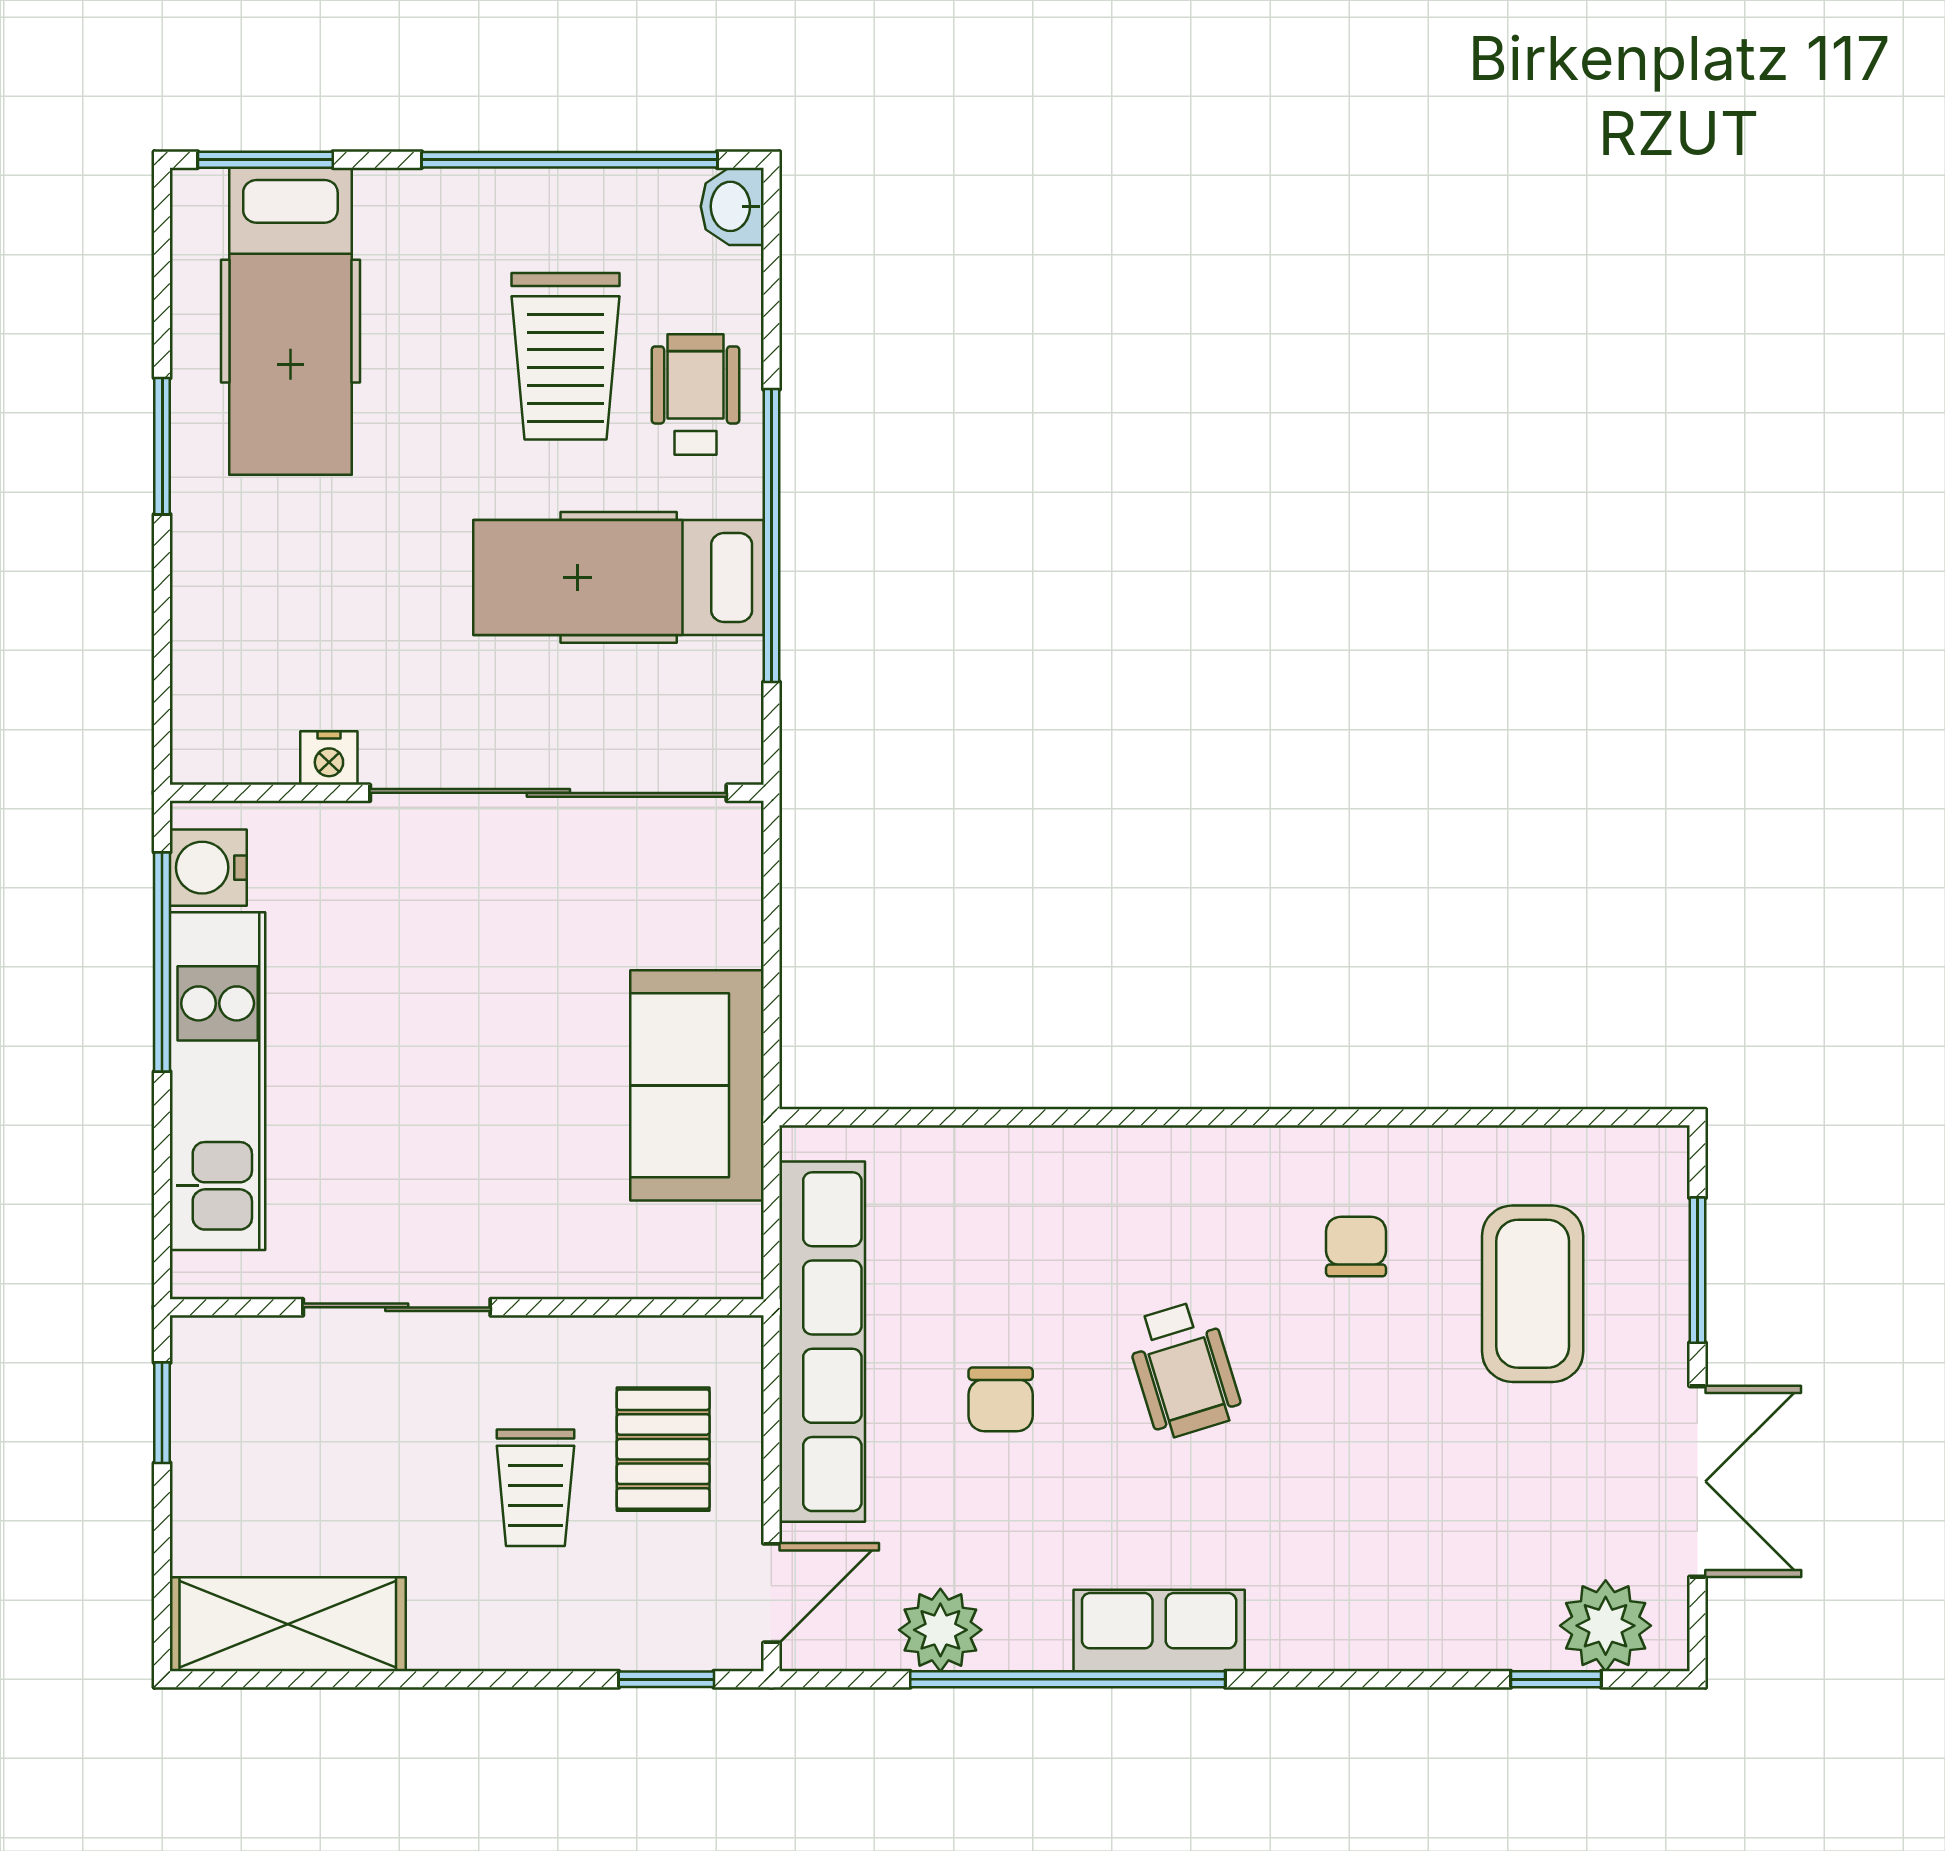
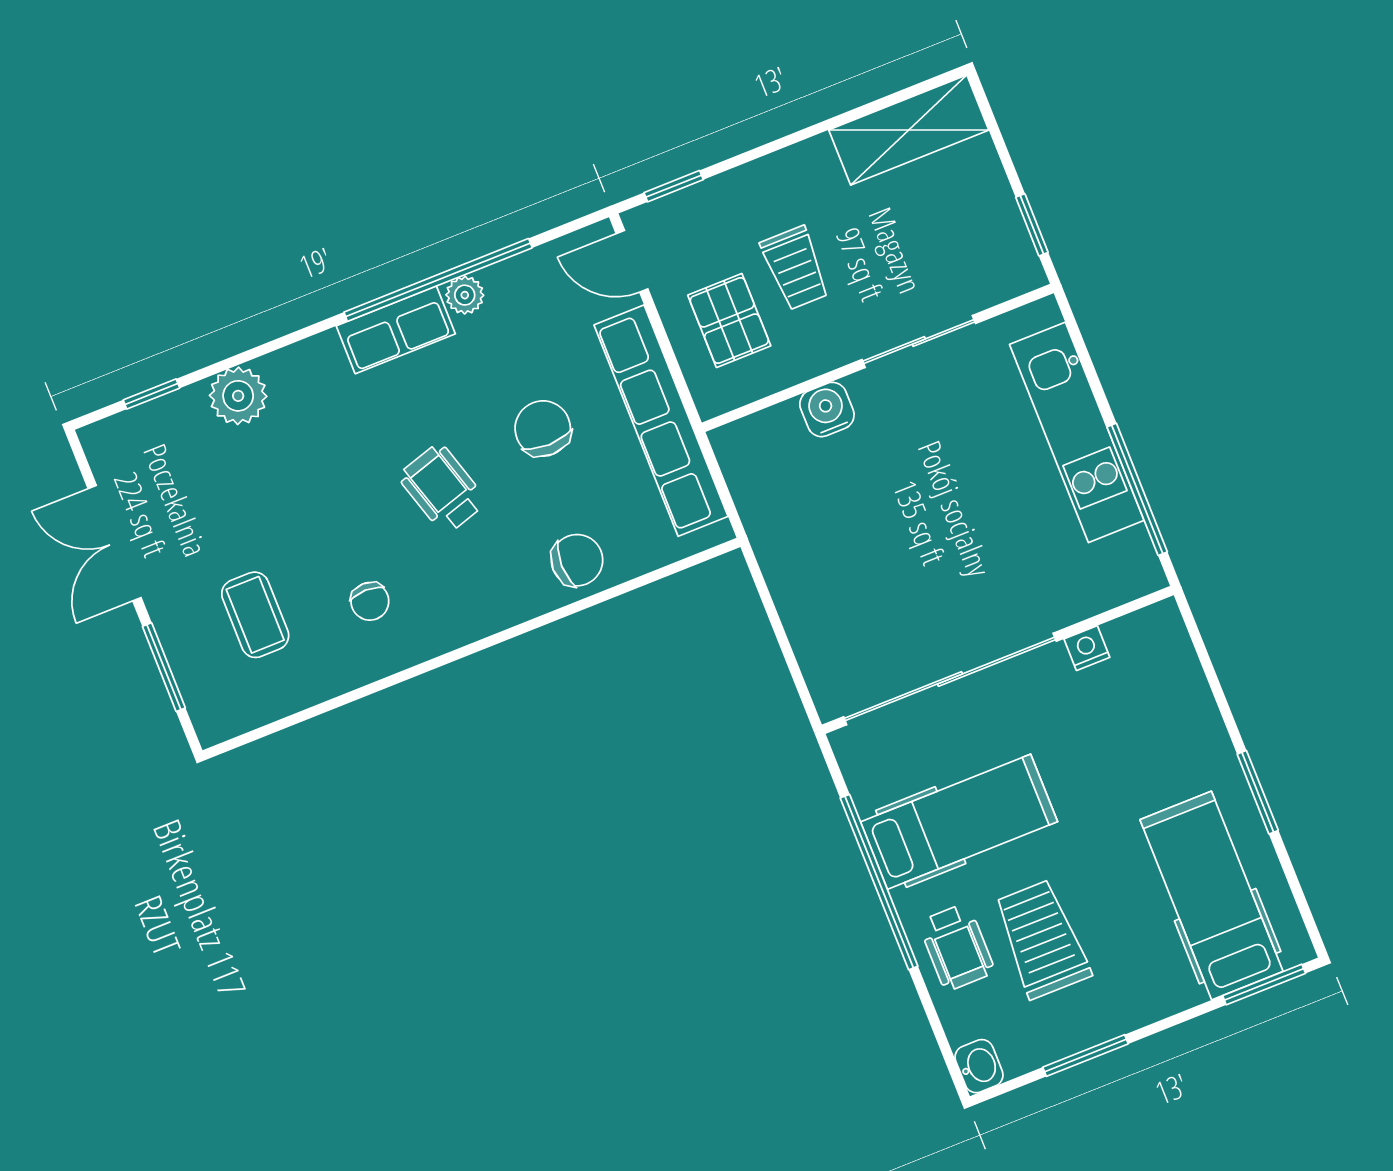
window: (569, 160) -> (1085, 1056), width x0.47
water cooler: (208, 868) -> (827, 409), moved, turned -90
sofa: (697, 1085) -> (794, 542), removed
chair: (1027, 1186) -> (577, 560), added
coffee table: (1533, 1294) -> (255, 615), width x0.73, depth x0.77
chair: (1001, 1399) -> (543, 429), width x1.37, depth x1.37
trolley: (535, 1488) -> (795, 268), turned 180
door: (771, 1593) -> (632, 261), hinge flipped
plant: (1606, 1626) -> (238, 396), moved
plant: (940, 1630) -> (465, 295), moved, width x0.73, depth x0.73

